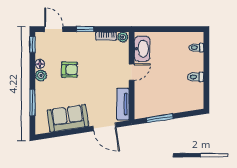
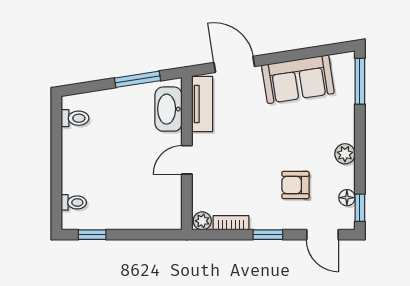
window: (186, 29) -> (92, 235), added
washbasin: (142, 49) -> (168, 109), moved
floor lamp: (40, 64) -> (347, 198), moved
armchair: (69, 70) -> (295, 185), moved
toilet: (196, 77) -> (75, 118), moved
window: (32, 103) -> (360, 81), moved

